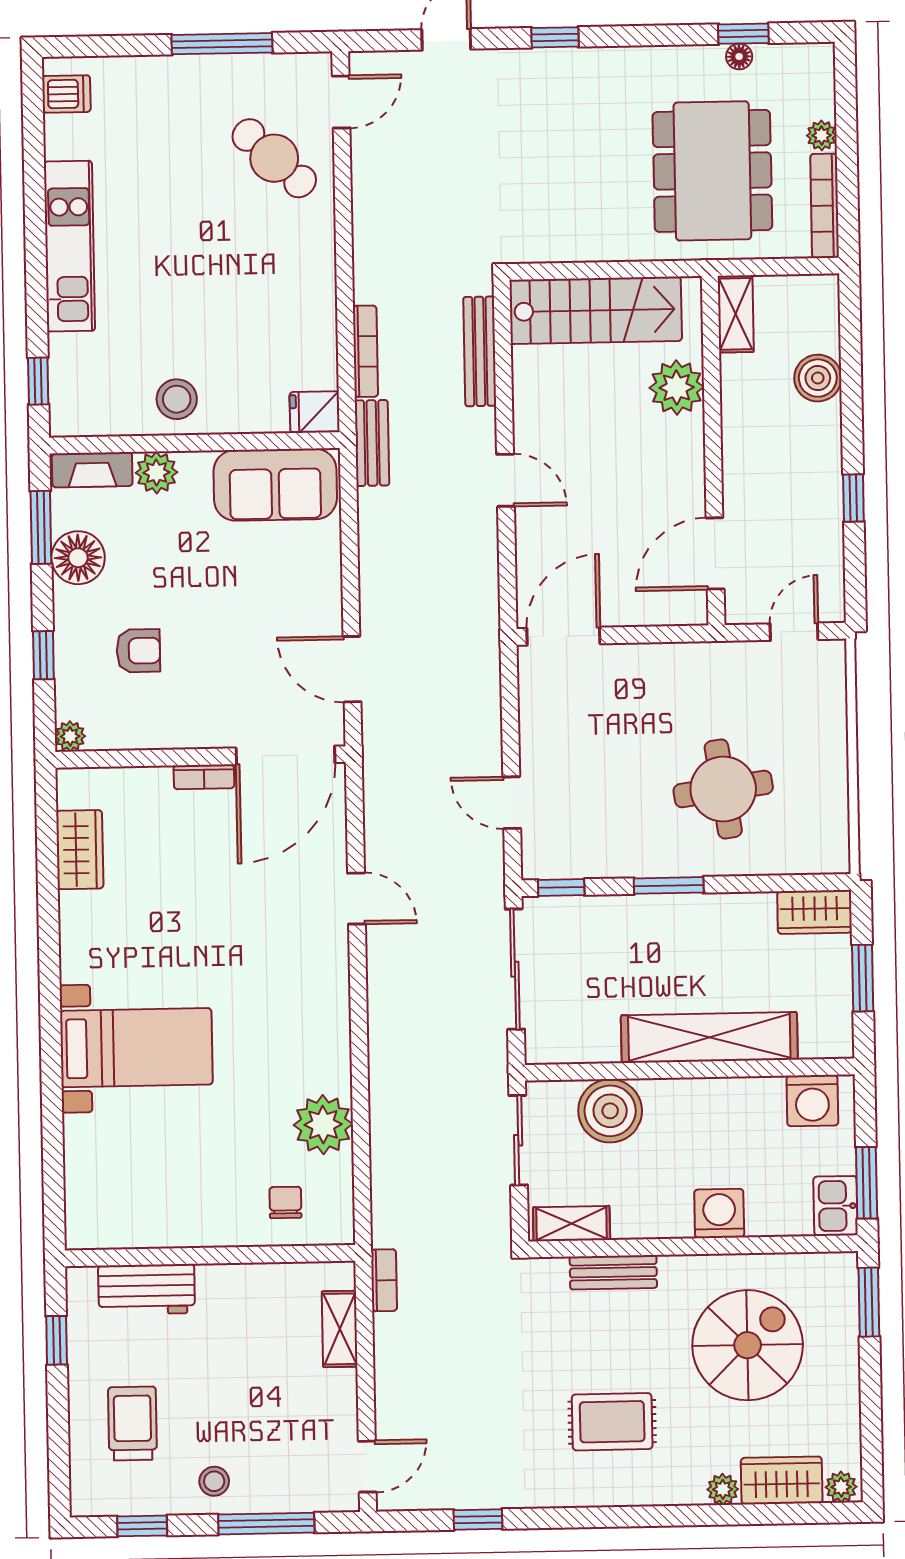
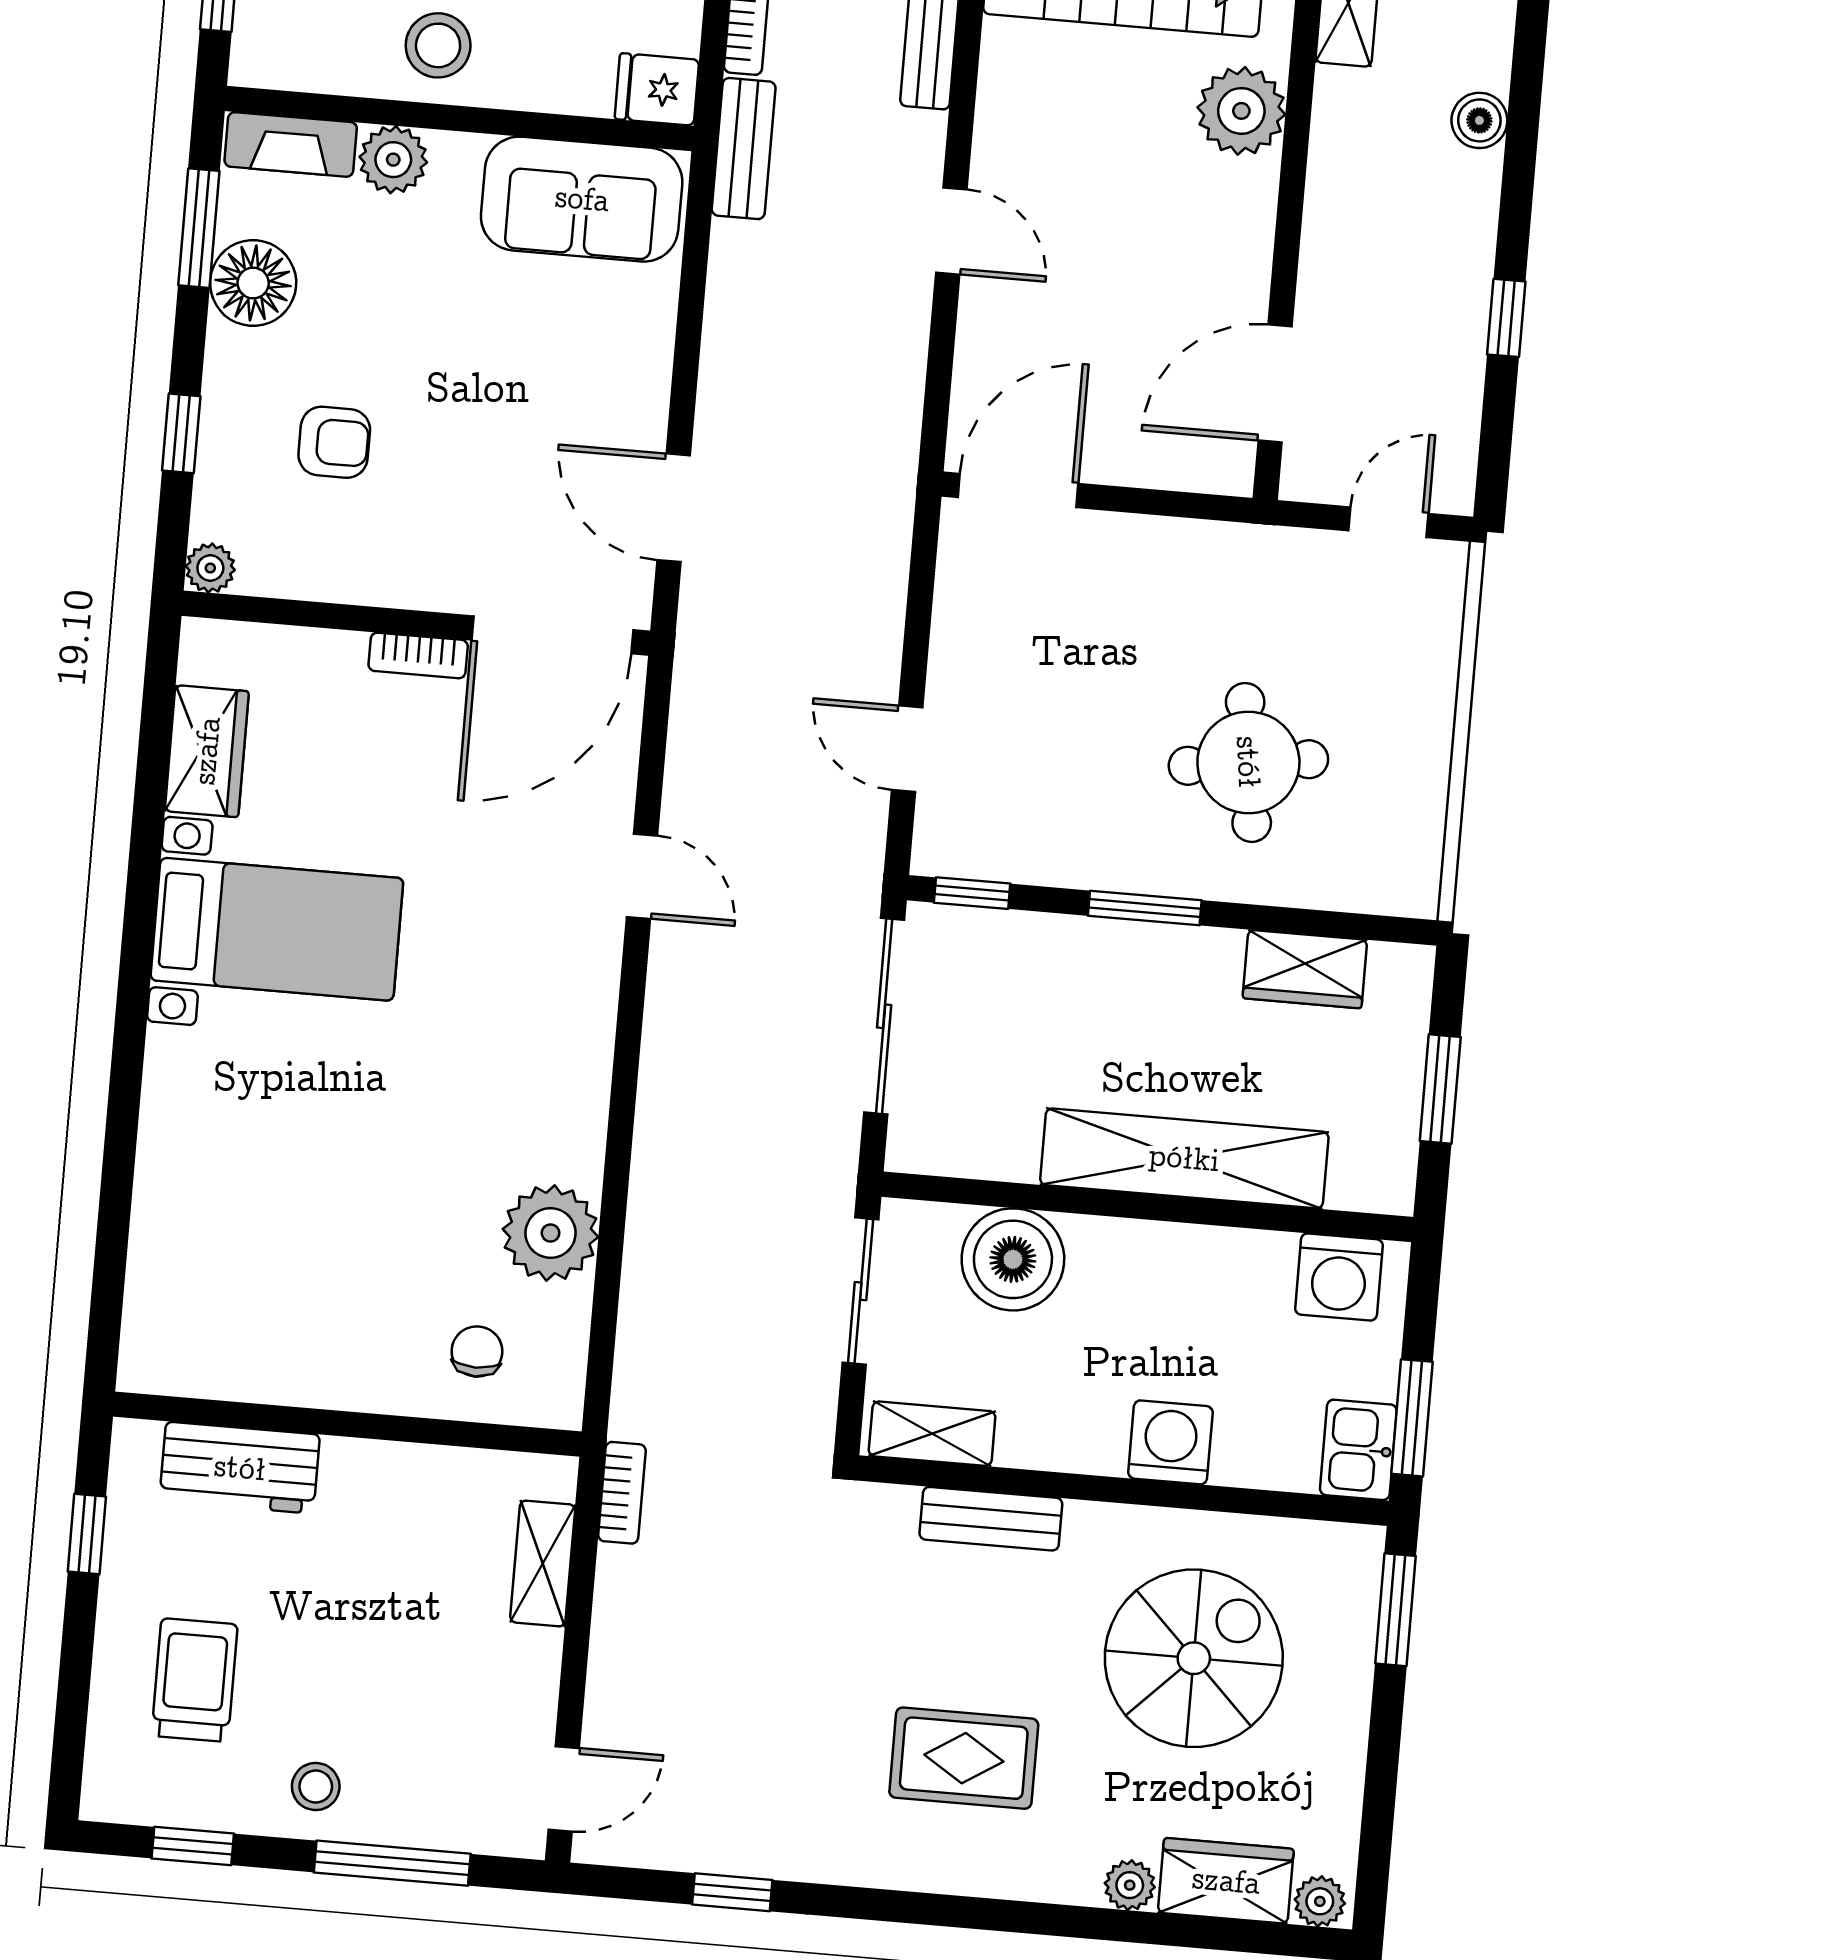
boiler: (818, 378) -> (1479, 120), width x0.73, depth x0.73
wardrobe: (815, 912) -> (1305, 969), moved
bed with nightstands: (136, 1048) -> (277, 929), moved

